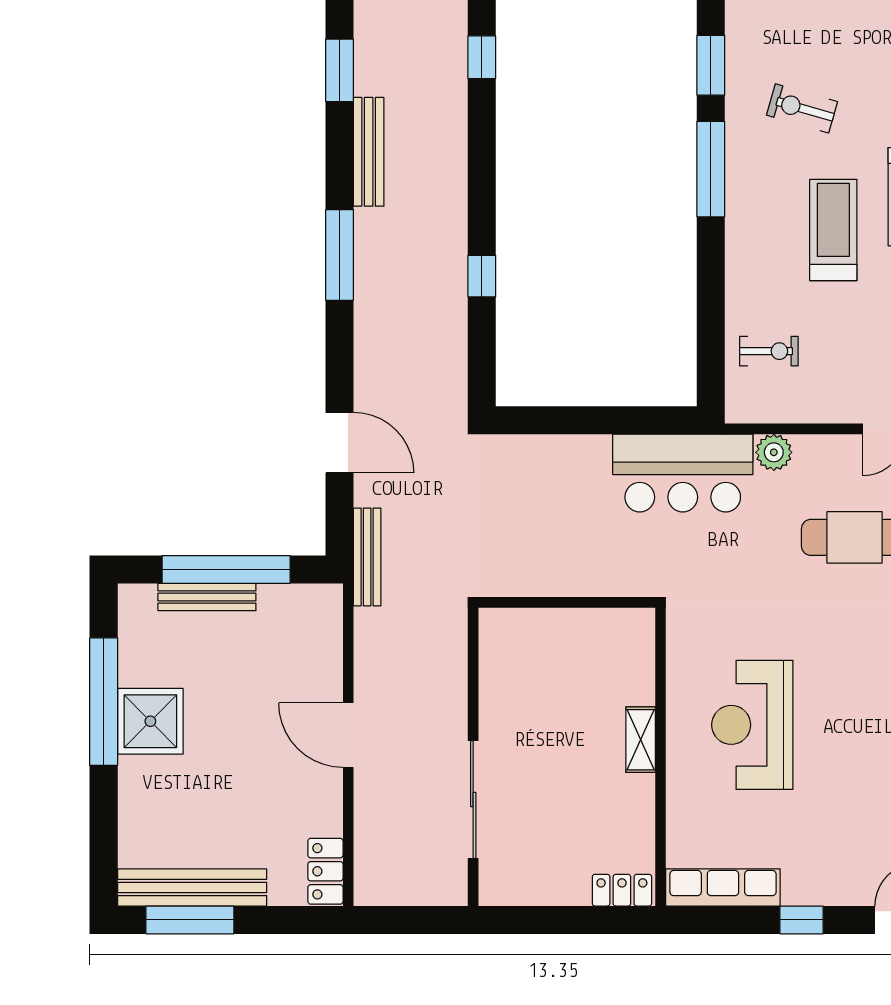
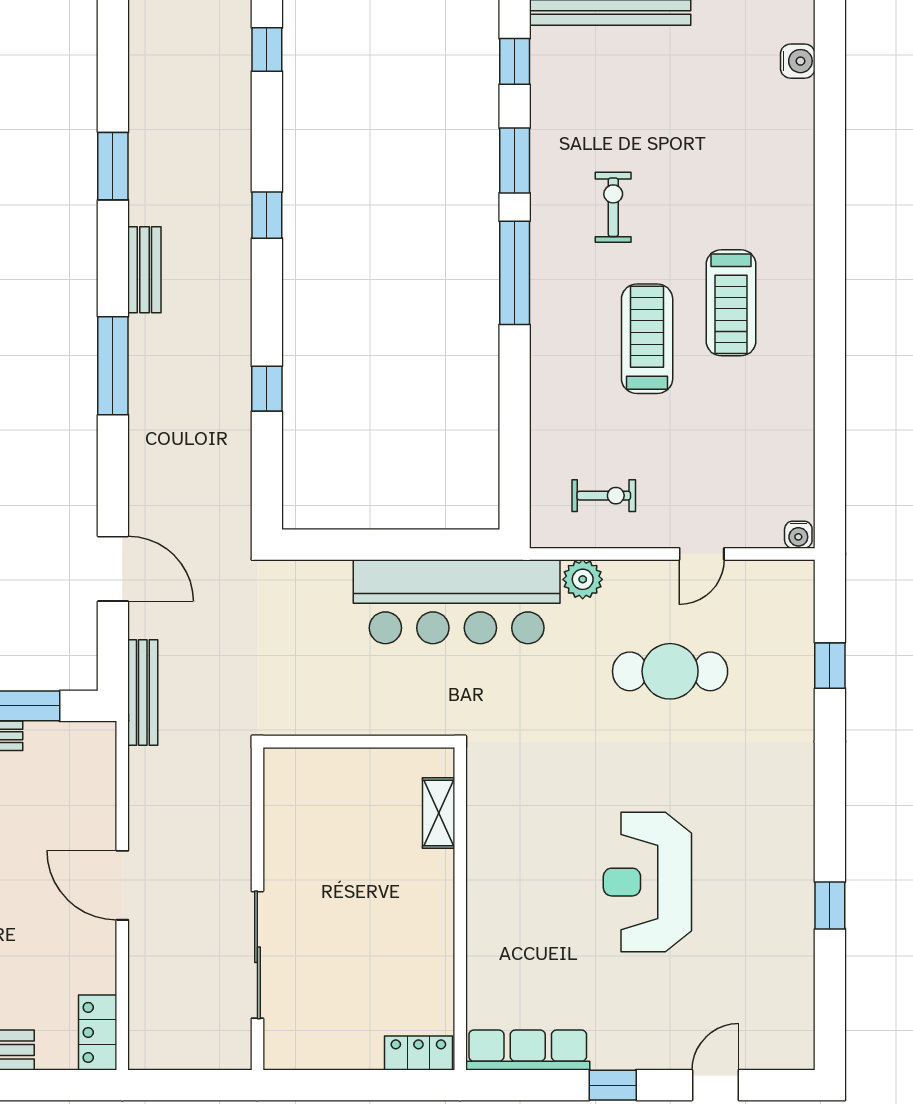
window: (482, 57) -> (267, 215), moved
exercise bike: (802, 108) -> (613, 207), turned 74
bench: (369, 152) -> (144, 270), width x0.73
exercise bike: (769, 351) -> (604, 496), moved
bar counter: (683, 473) -> (457, 602), width x1.36
reception desk: (752, 725) -> (647, 882), moved
shelving: (641, 740) -> (439, 813), moved

